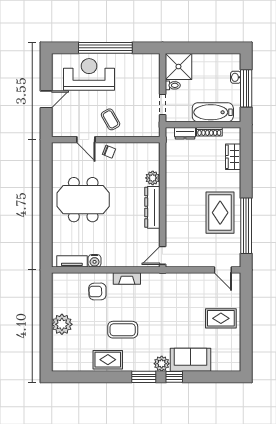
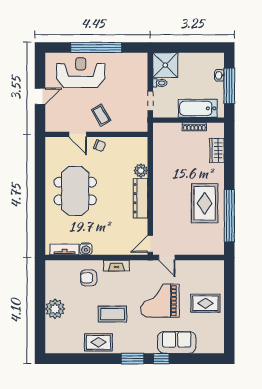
dresser: (185, 133) -> (171, 128), removed
meeting table: (83, 200) -> (75, 191), turned 90
door: (223, 270) -> (167, 257), moved
grand piano: (173, 316) -> (160, 301), added
plant: (162, 364) -> (149, 346), removed

